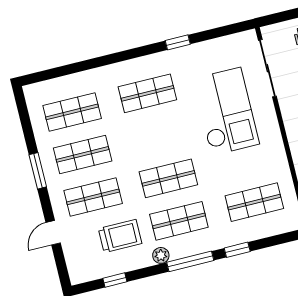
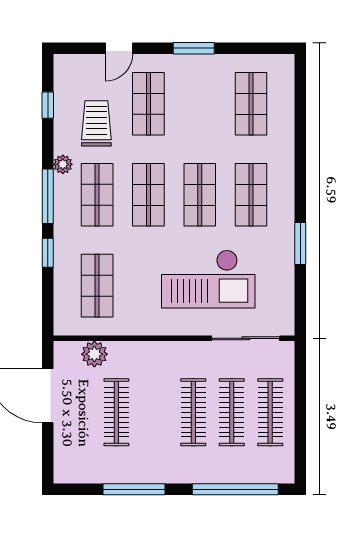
window: (178, 42) -> (300, 244), width x1.50
shop shelf: (83, 154) -> (200, 195), moved
door: (53, 233) -> (119, 48), swing flipped
trolley: (120, 236) -> (96, 123), turned 180

